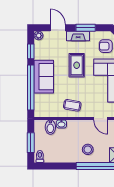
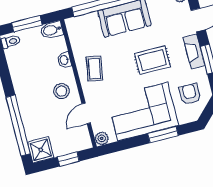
bidet: (50, 127) -> (52, 30), moved
stool: (88, 149) -> (61, 91), moved

